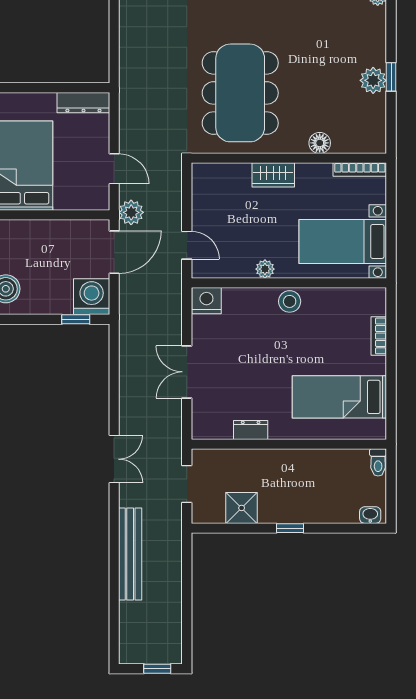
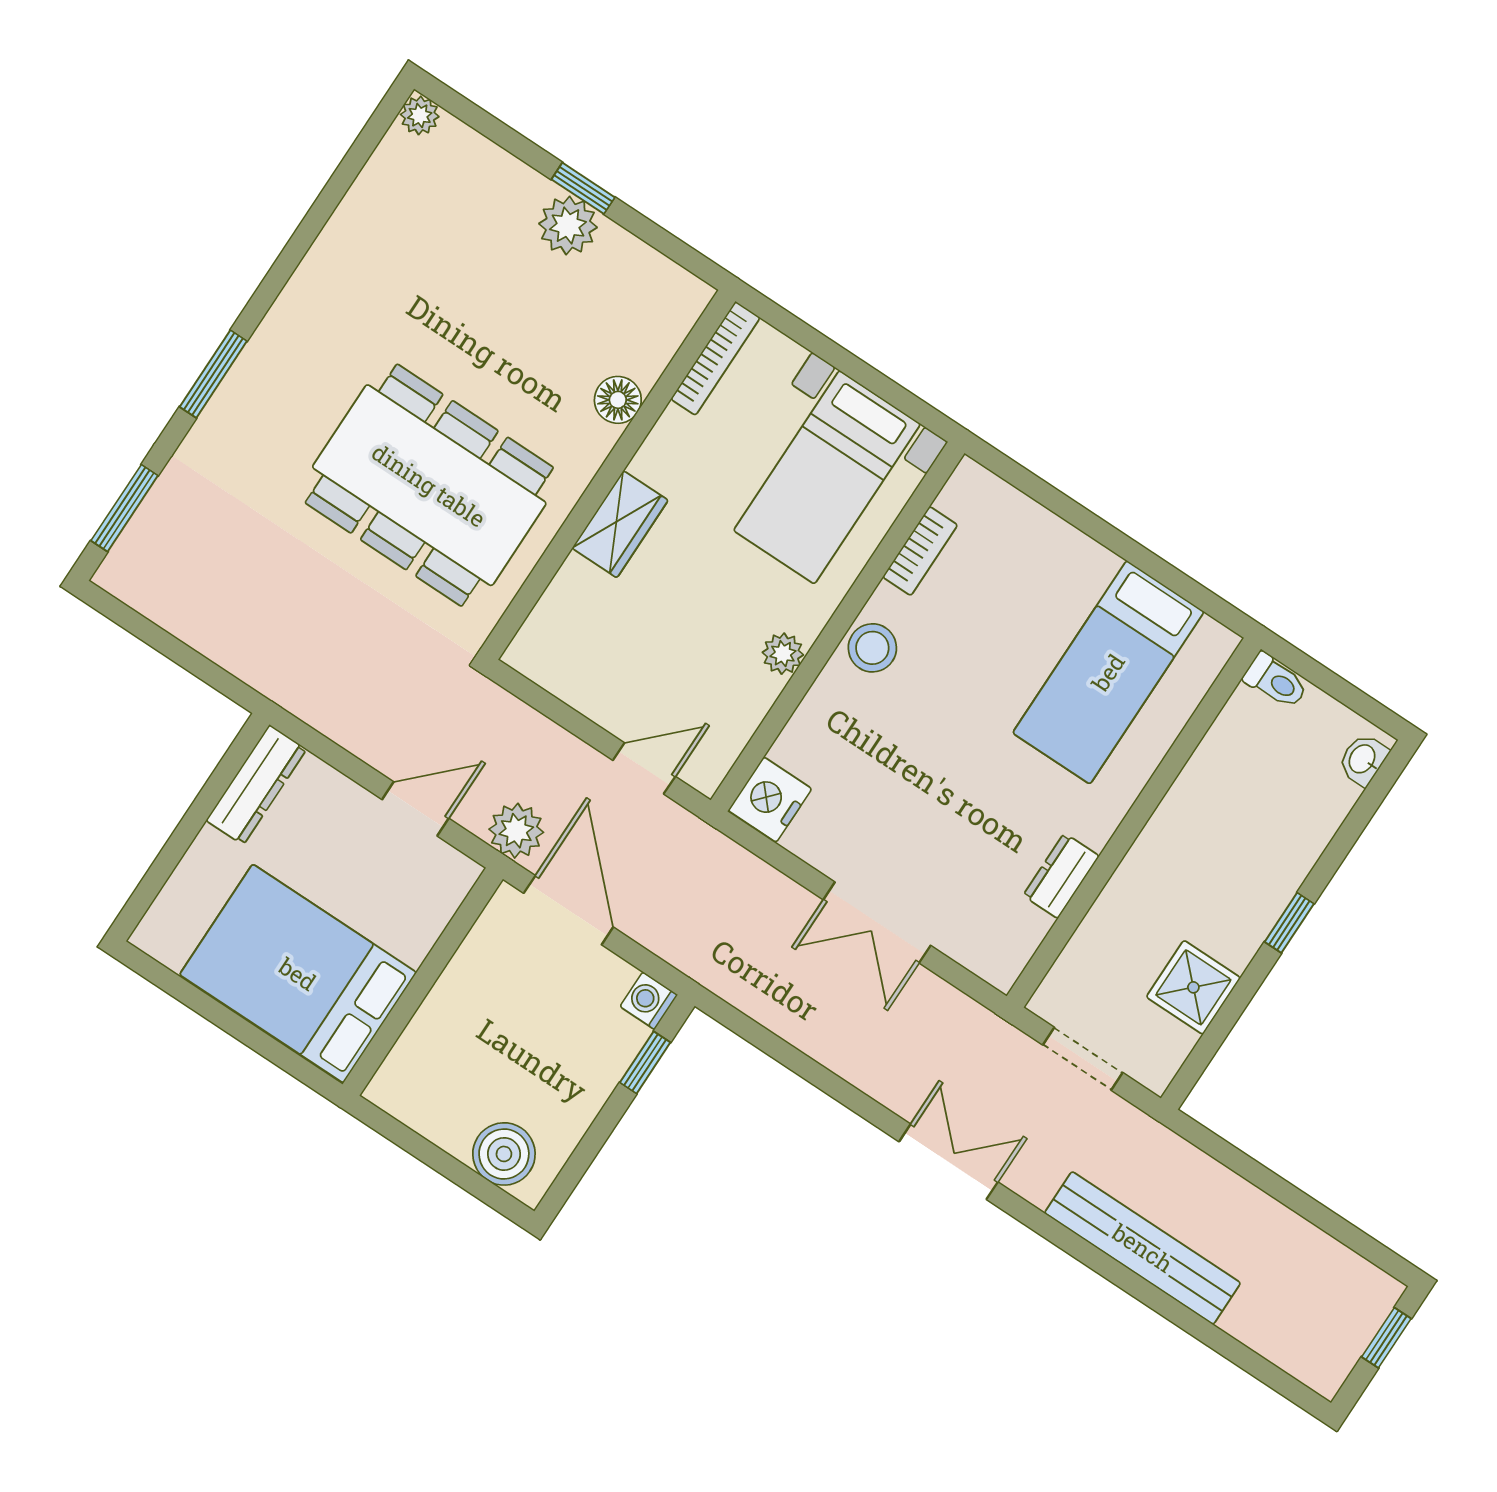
washing machine: (92, 297) -> (649, 1001), width x0.53, depth x0.53
bookcase: (379, 336) -> (920, 551), moved, turned -90

